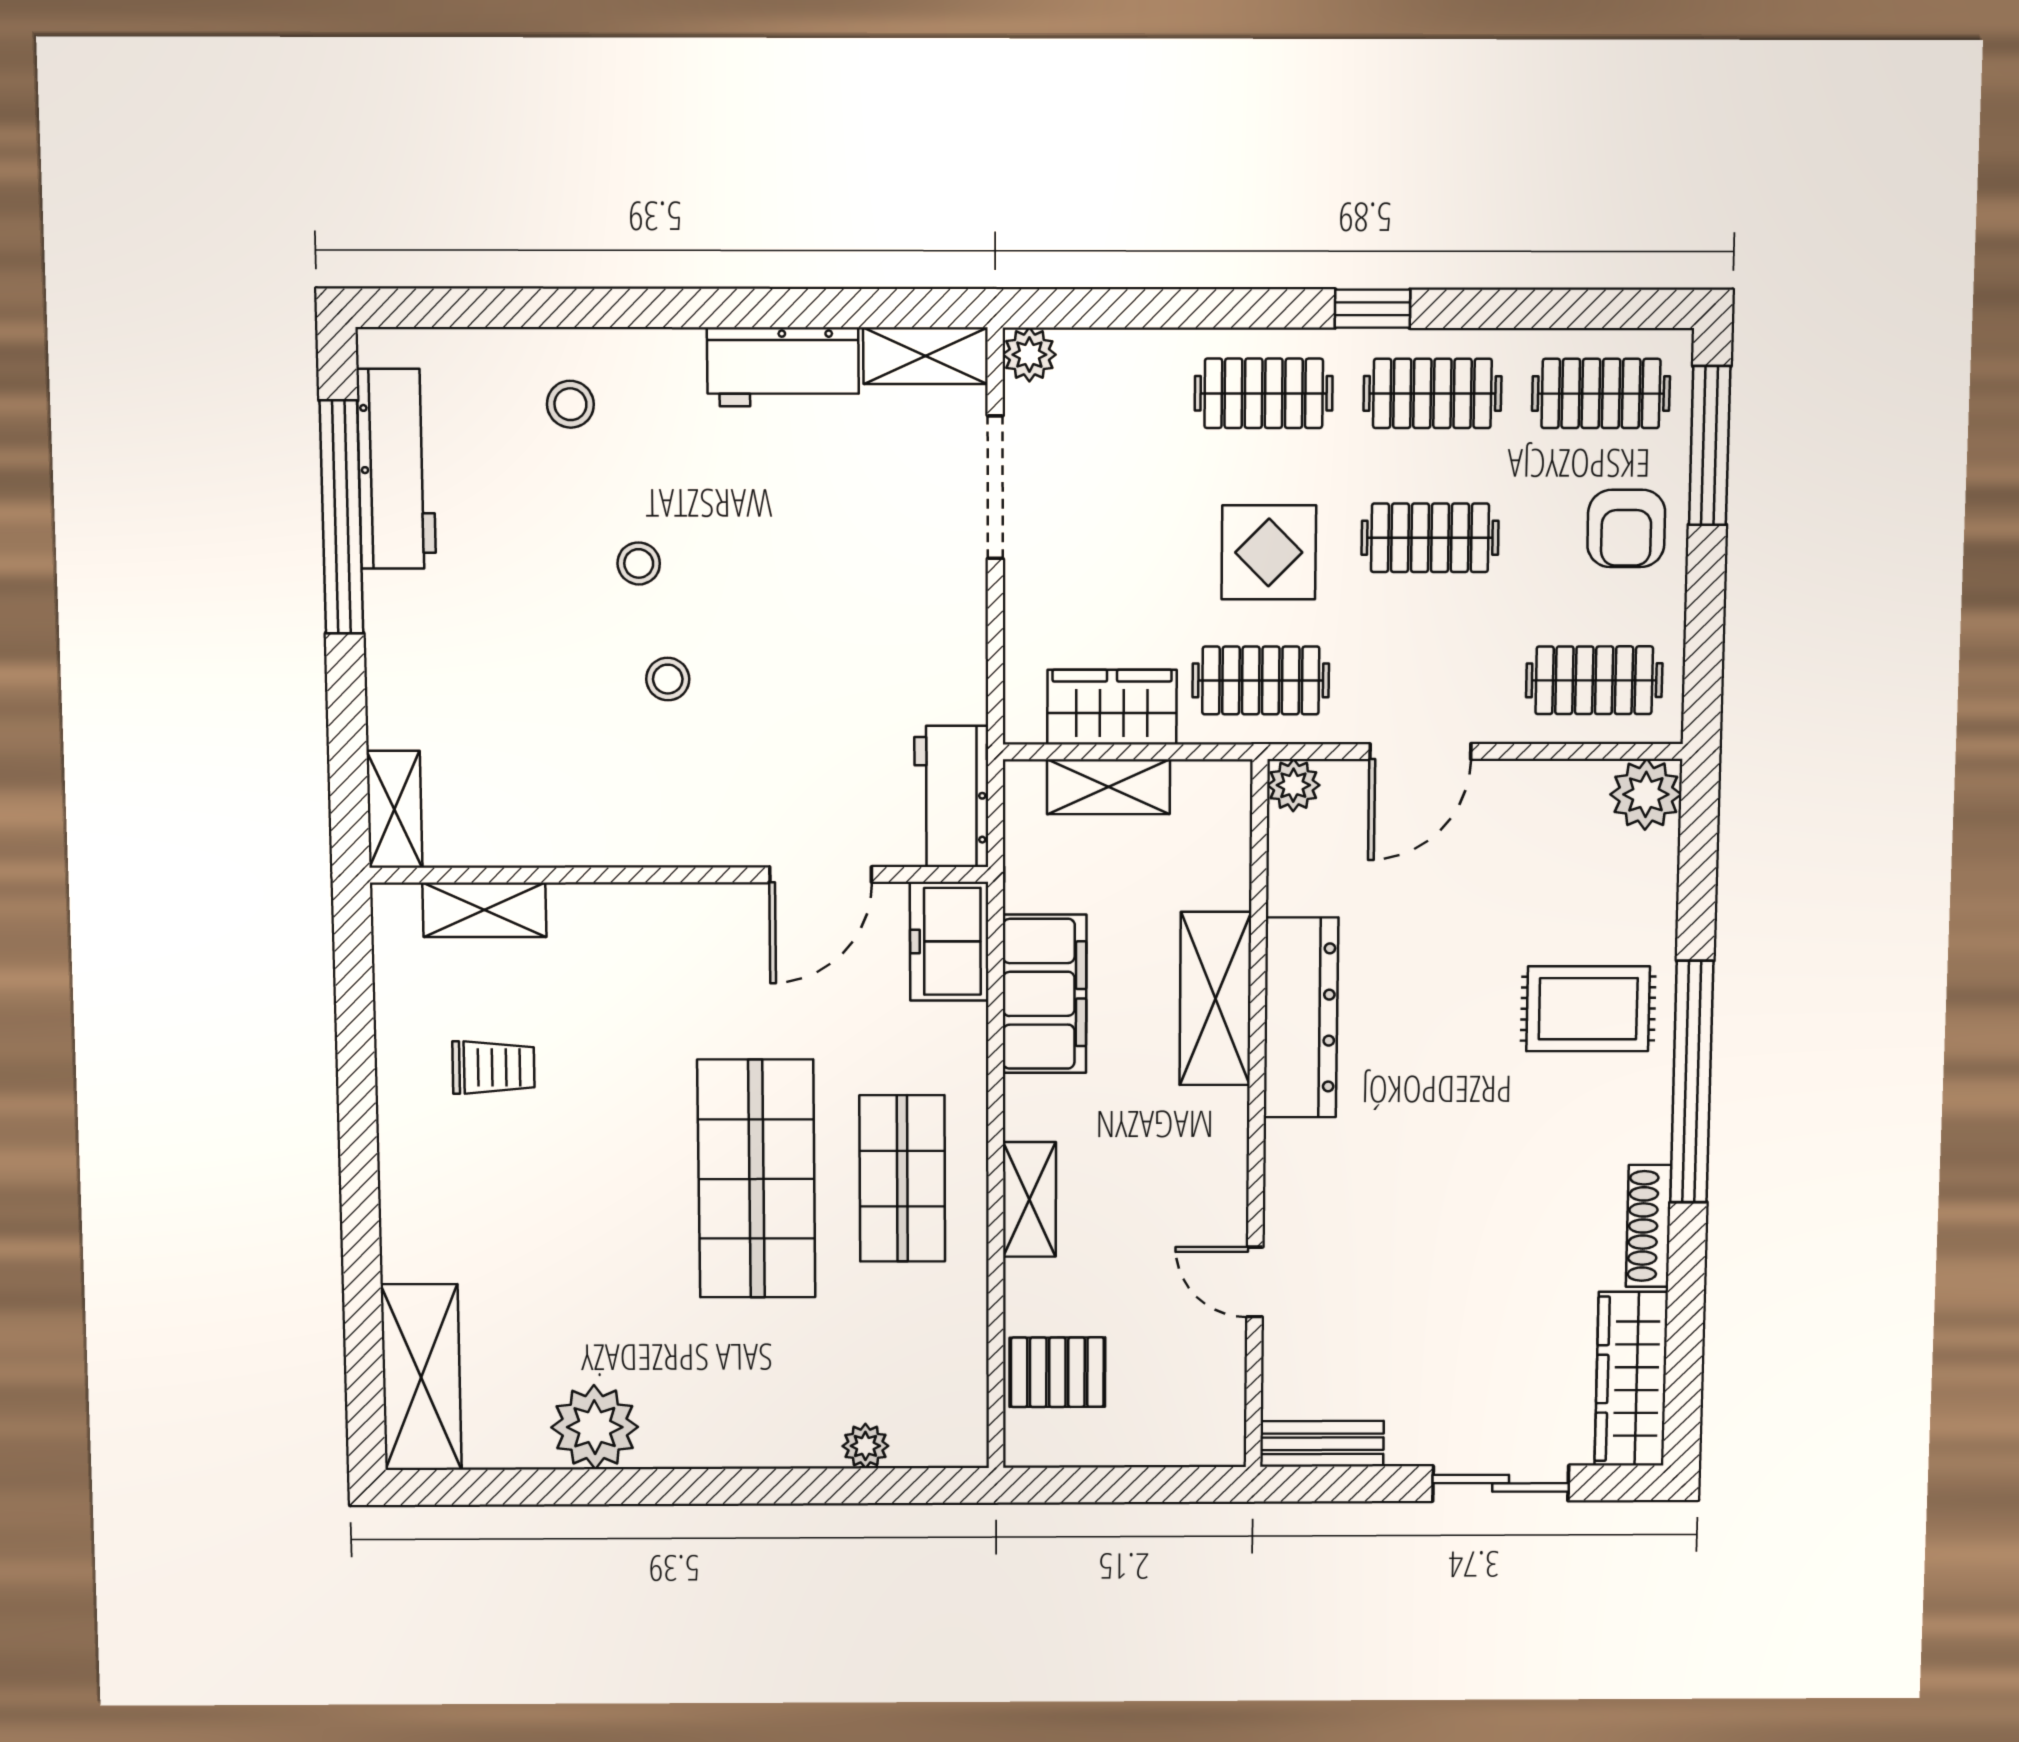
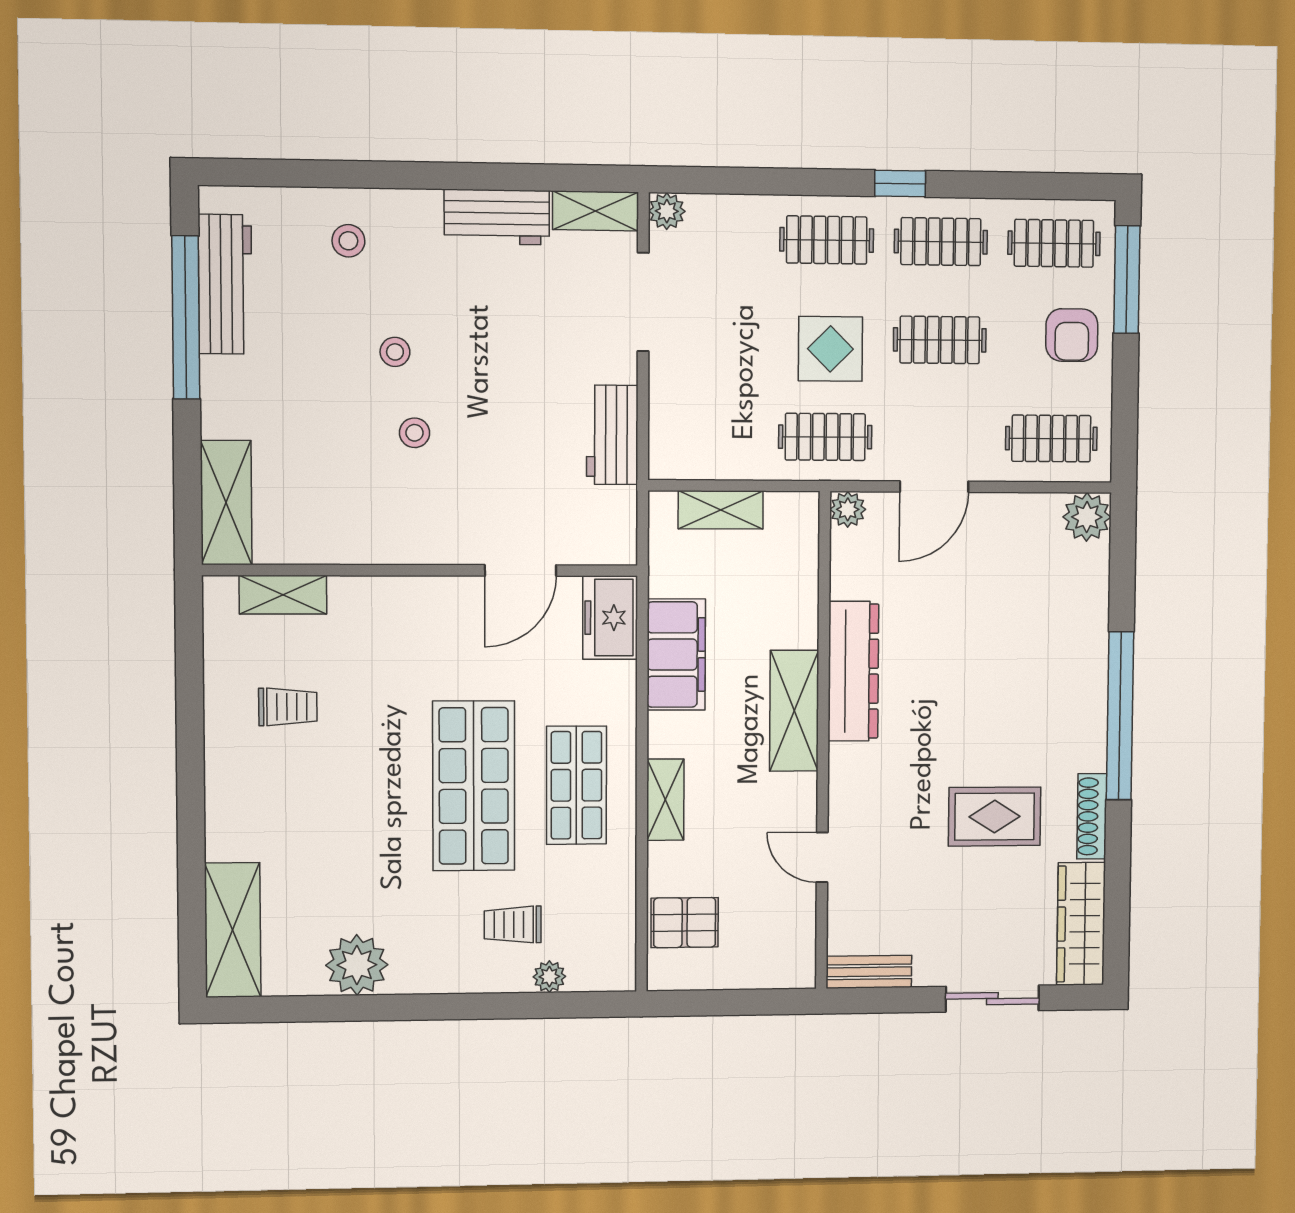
wardrobe: (1112, 707) -> (723, 455), removed
workbench: (951, 797) -> (612, 435), moved
shelving: (394, 809) -> (226, 503), width x1.50, depth x1.33
shelving: (1215, 999) -> (794, 711), moved
rug: (1588, 1009) -> (995, 817), moved
trolley: (813, 1373) -> (513, 925), added

